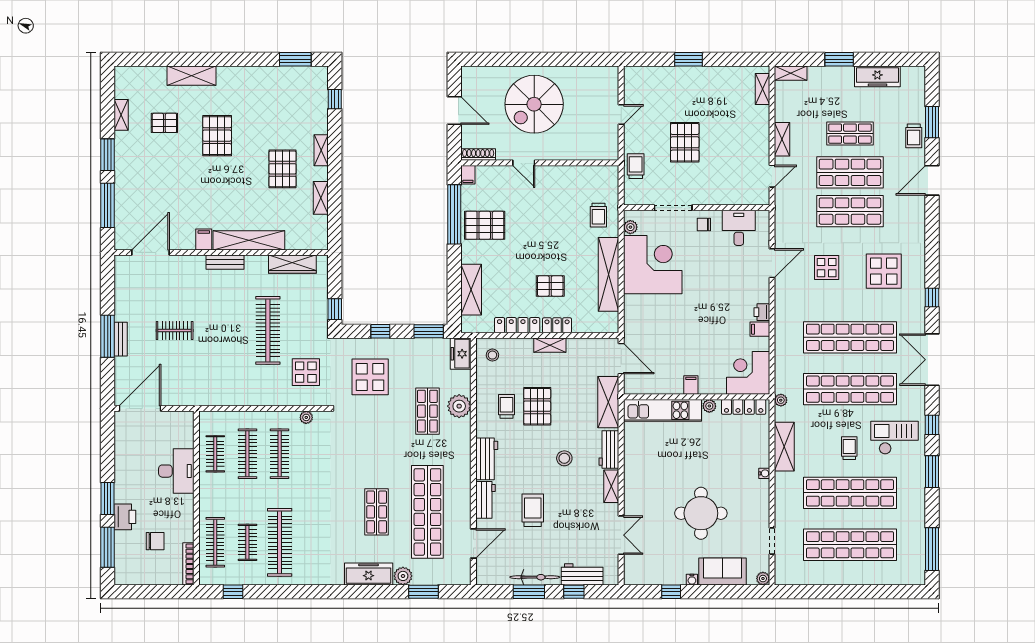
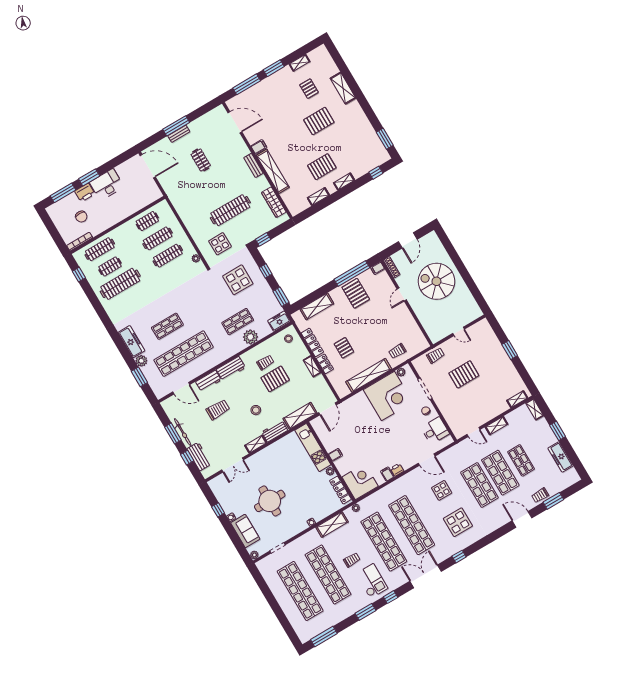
desk: (176, 471) -> (107, 185), moved, turned 180

